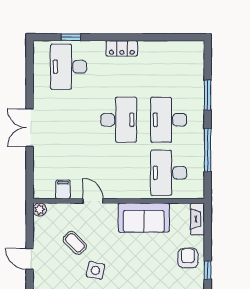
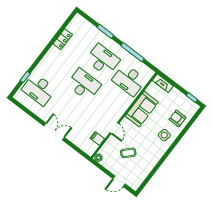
locker: (122, 48) -> (63, 39), moved
desk: (169, 120) -> (103, 60), turned 180
double door: (30, 128) -> (54, 132), swing flipped
door: (93, 201) -> (114, 128), swing flipped
armchair: (188, 258) -> (177, 118), moved
side table: (95, 270) -> (164, 135), moved

